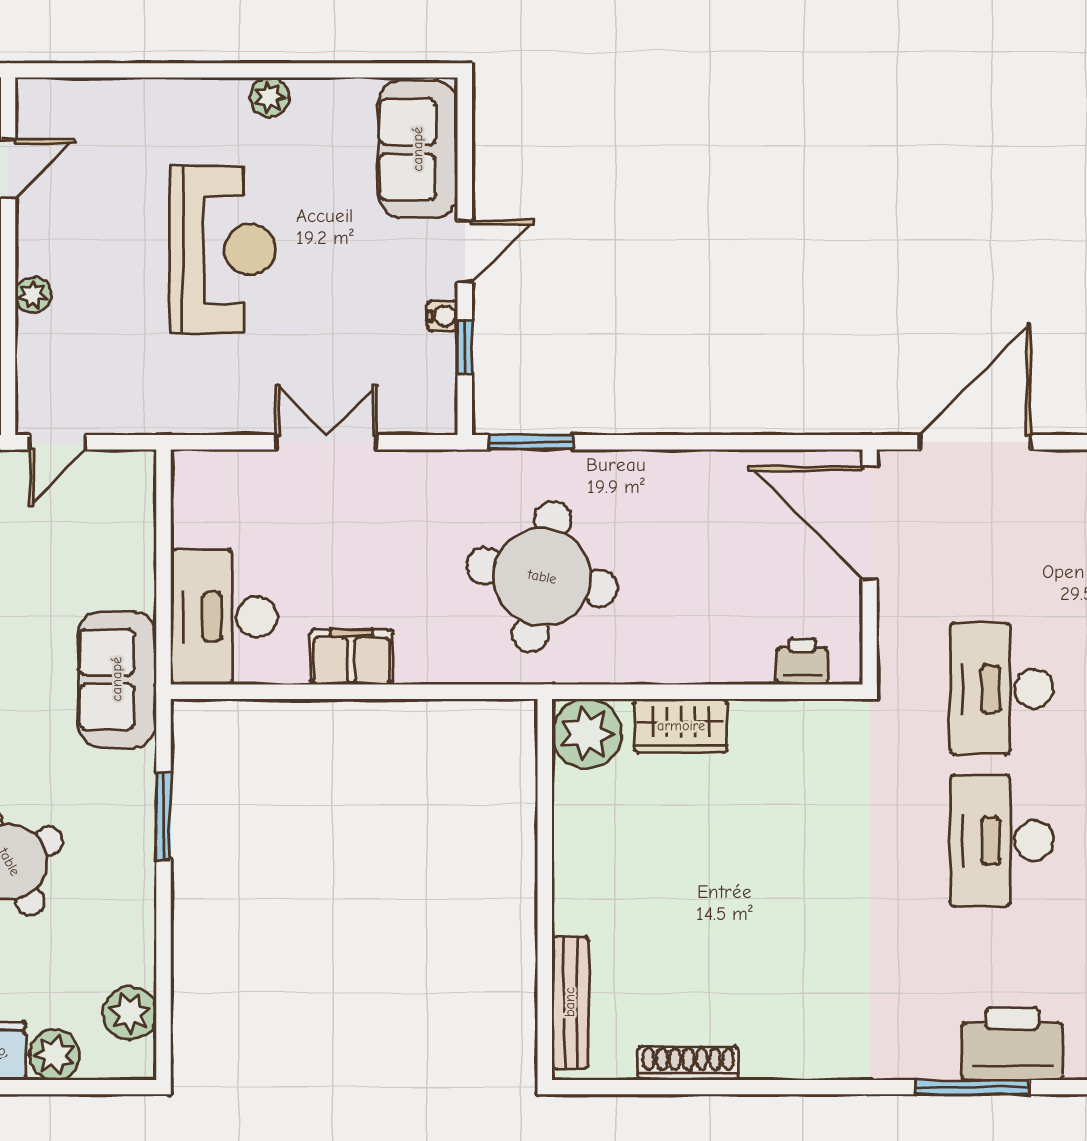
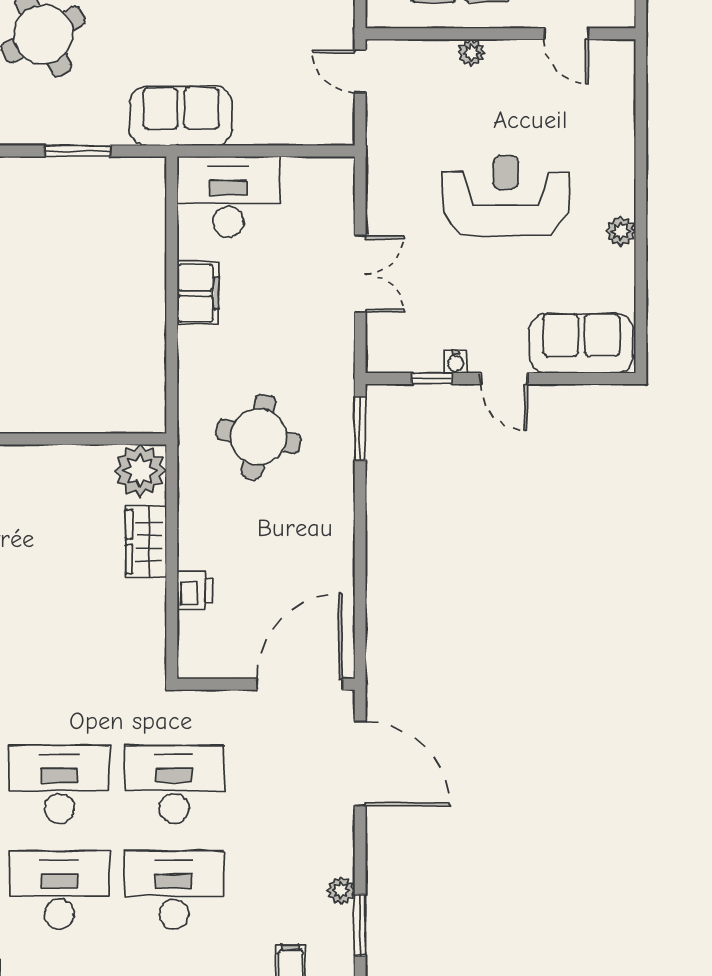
reception desk: (223, 249) -> (506, 196), turned 180
round table: (542, 577) -> (258, 437), width x0.73, depth x0.73
printer: (802, 661) -> (195, 590), moved

